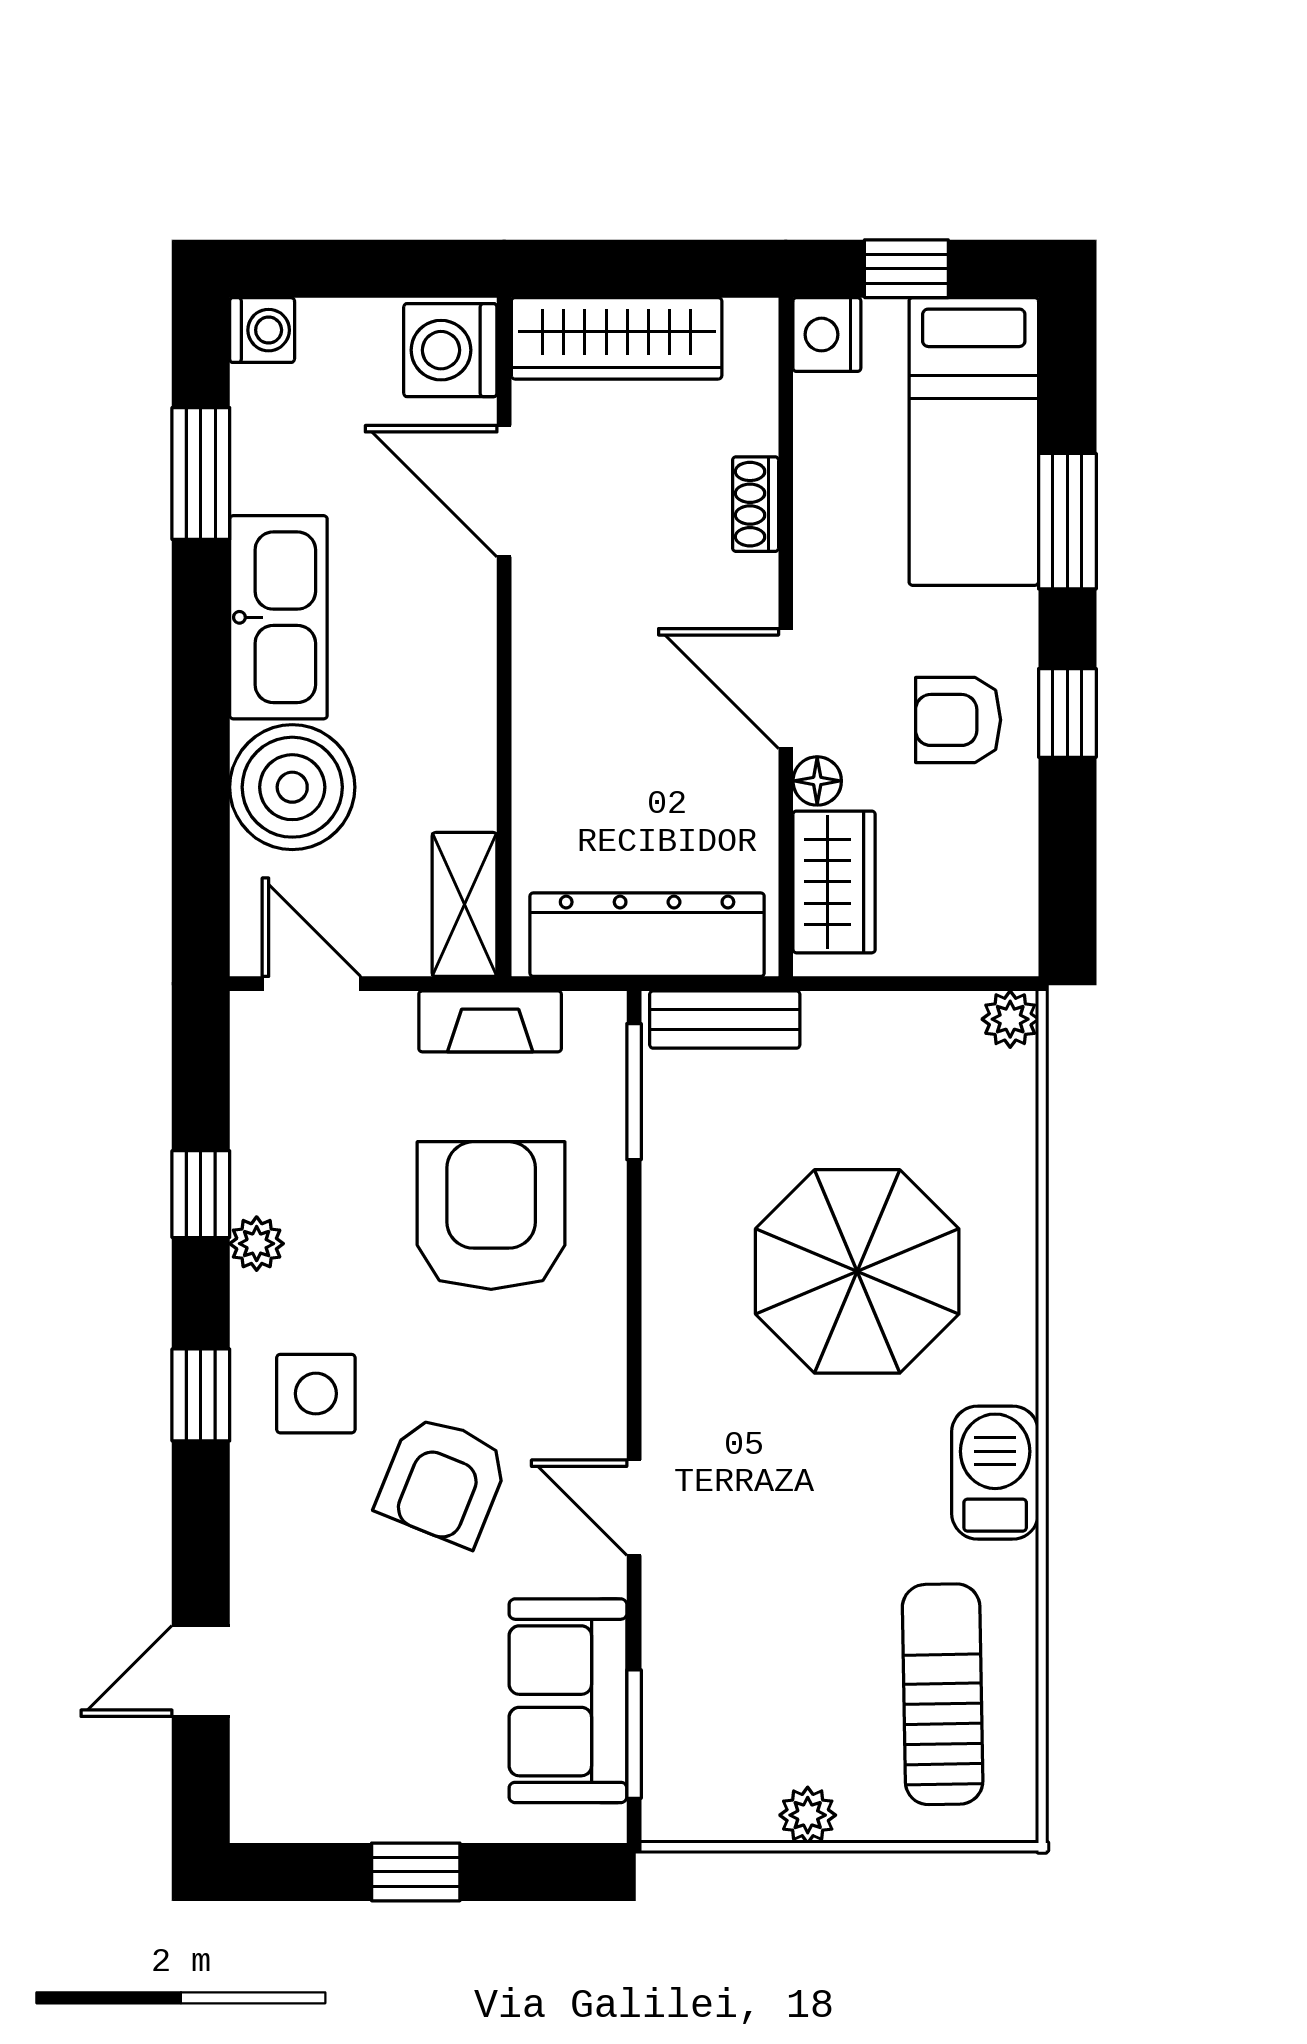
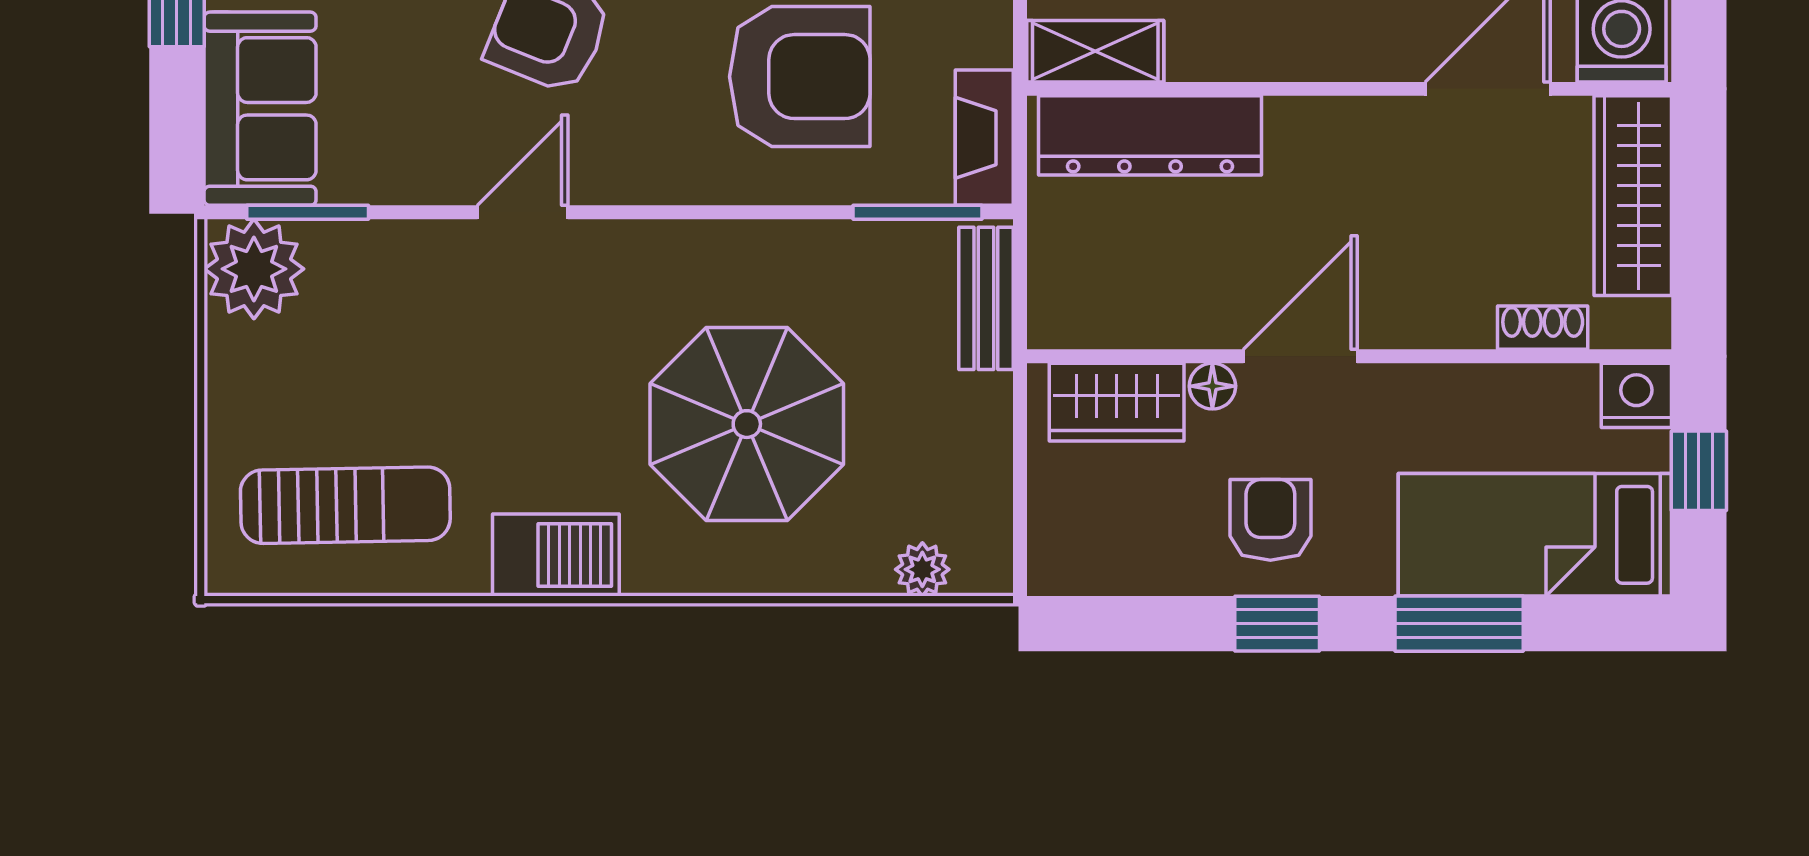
shoe rack: (756, 504) -> (1543, 328), moved
dresser: (647, 935) -> (1150, 135), moved, turned 90
plant: (1010, 1019) -> (922, 569), moved
fireplace: (490, 1021) -> (984, 138), moved
sofa: (568, 1701) -> (260, 109), moved, turned 90
plant: (808, 1815) -> (254, 269), moved, width x1.88, depth x1.88

